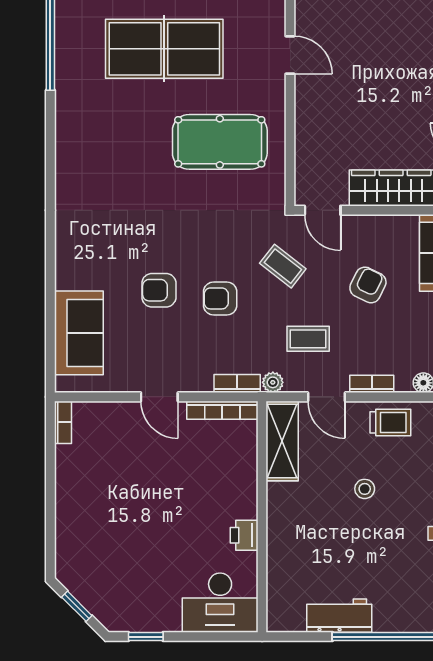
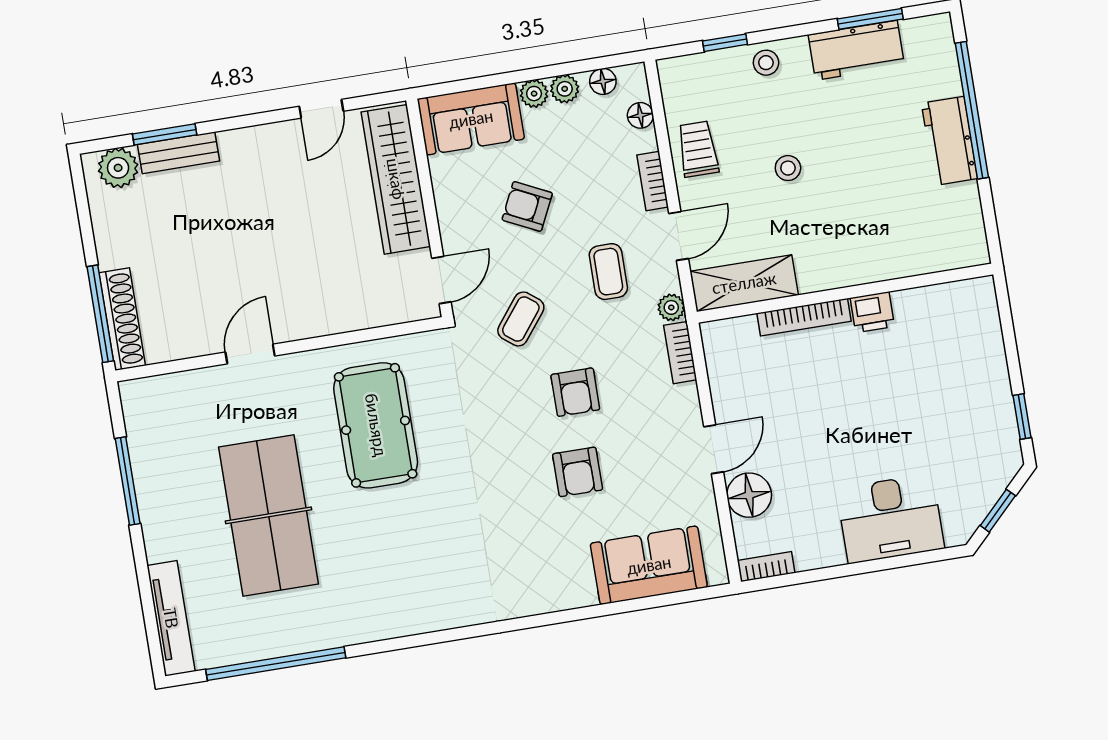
bookcase: (222, 410) -> (804, 317), moved, turned 90
floor lamp: (120, 418) -> (749, 495), added
desk: (220, 603) -> (890, 519), moved, turned 90
workbench: (339, 616) -> (949, 141), moved

